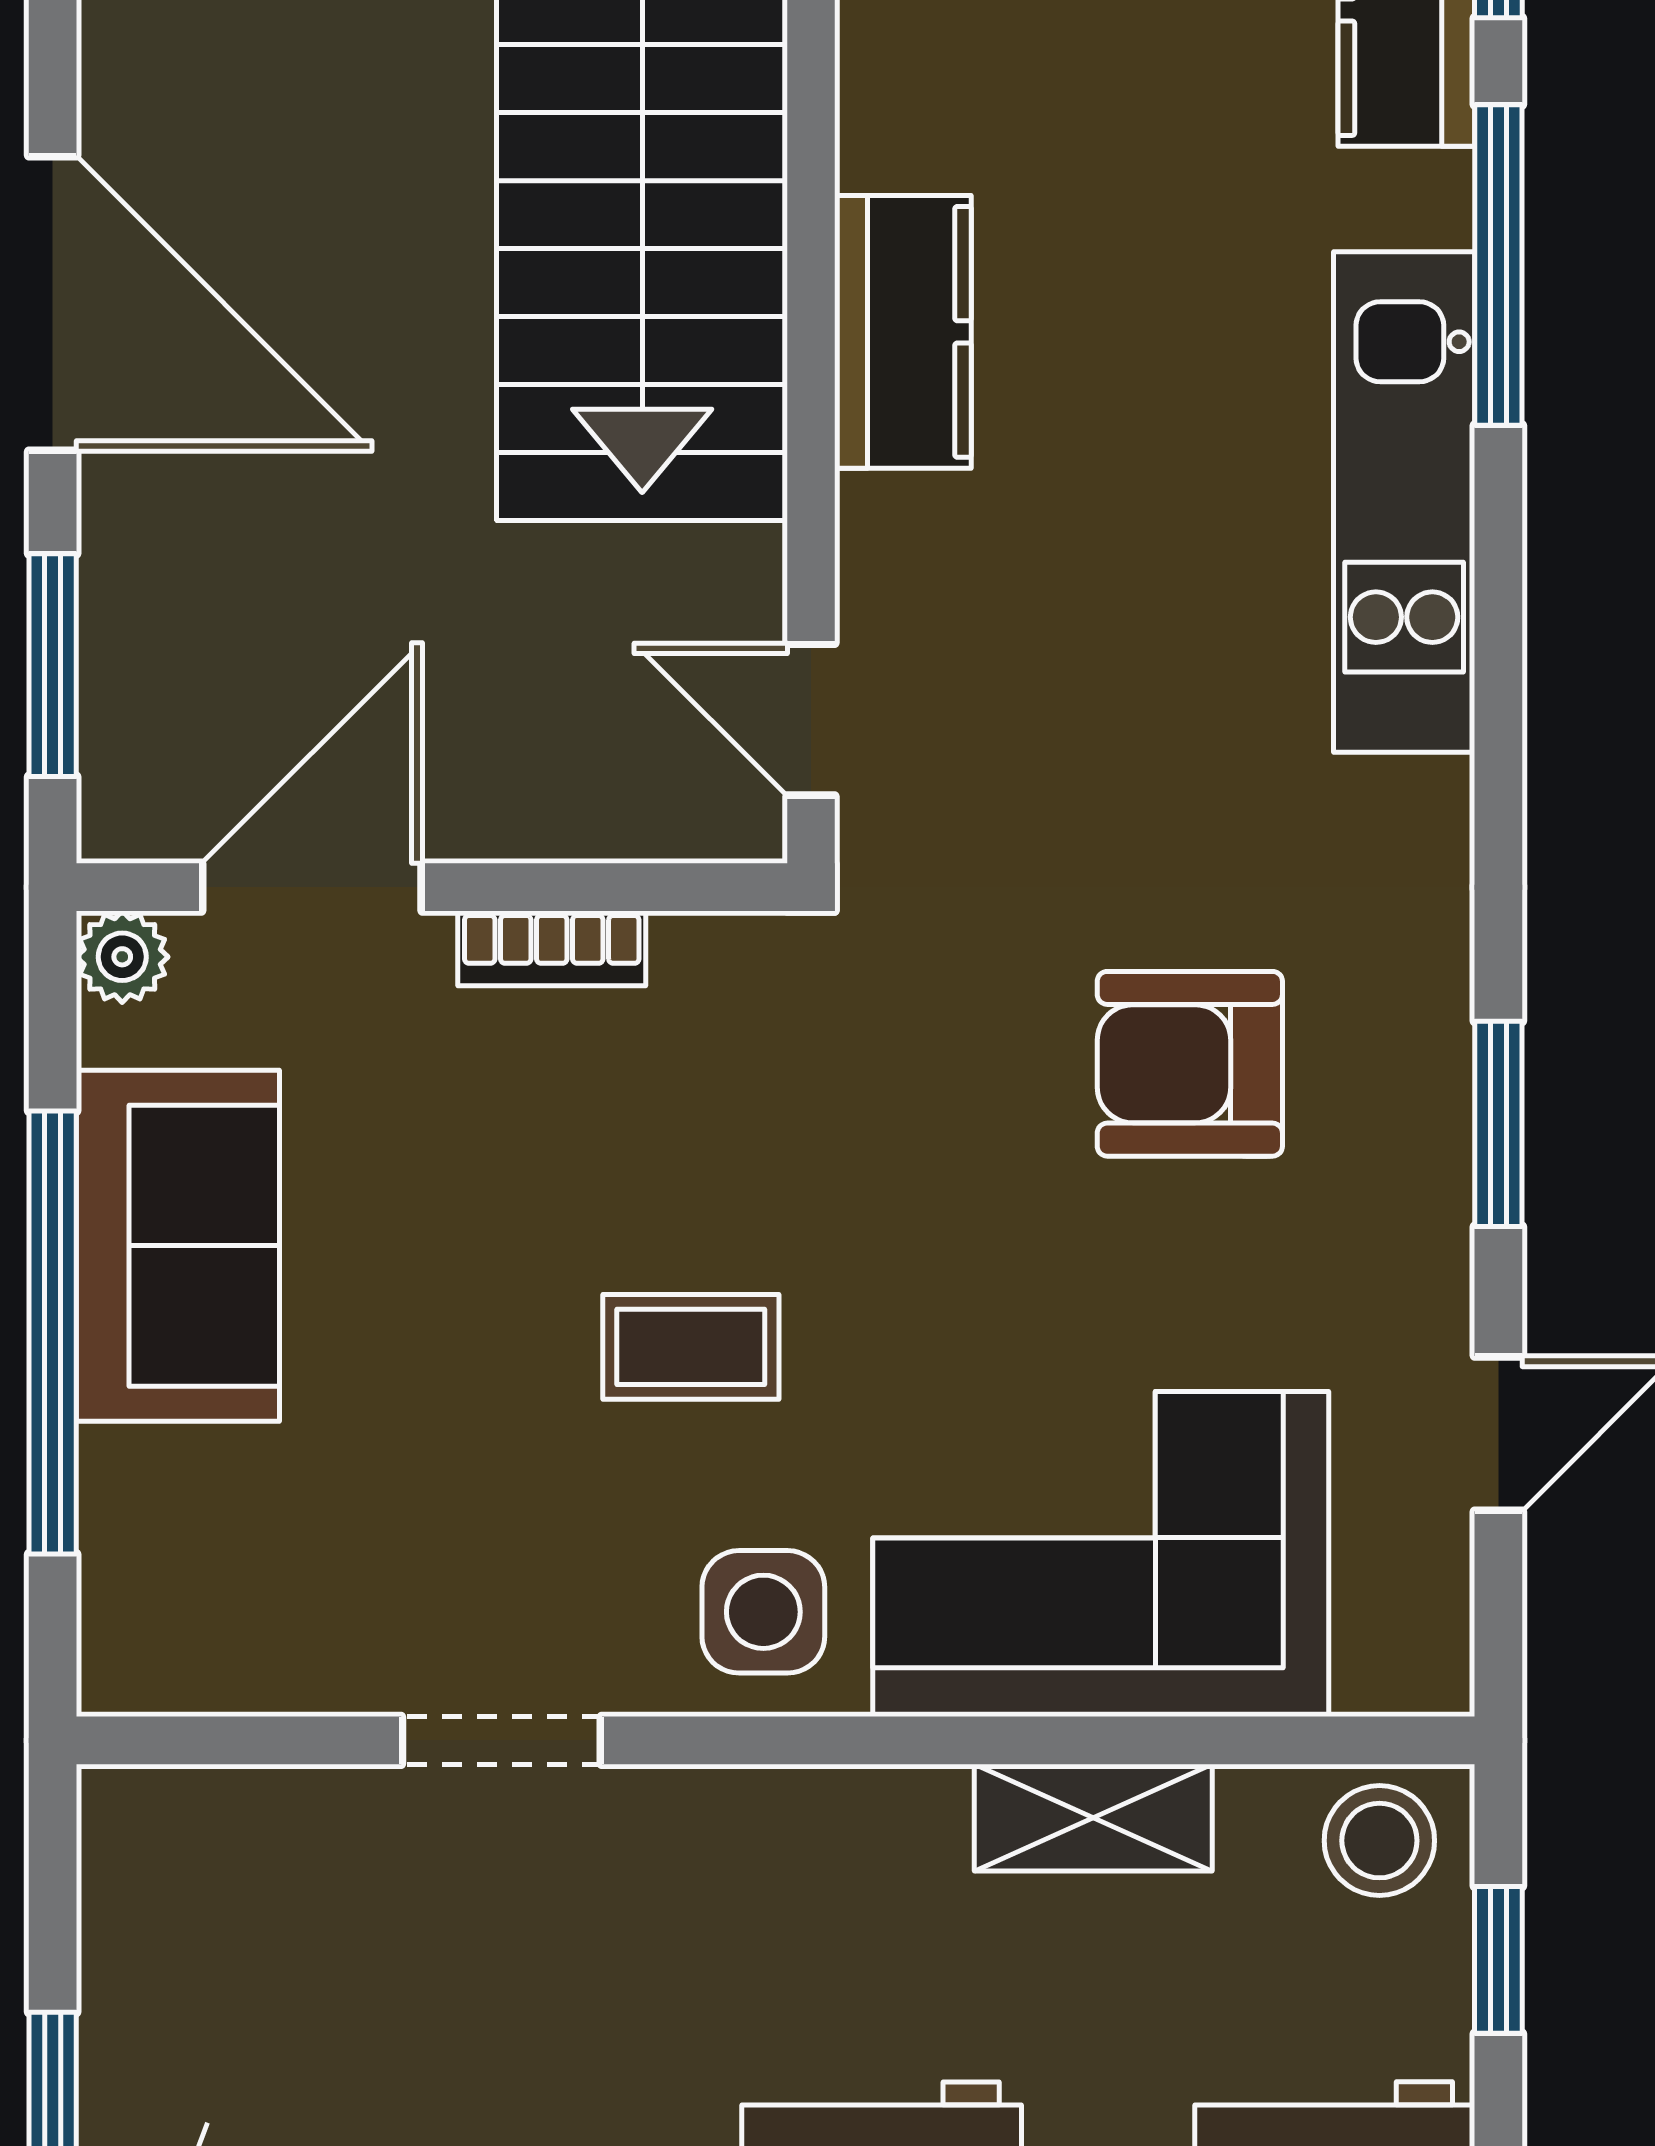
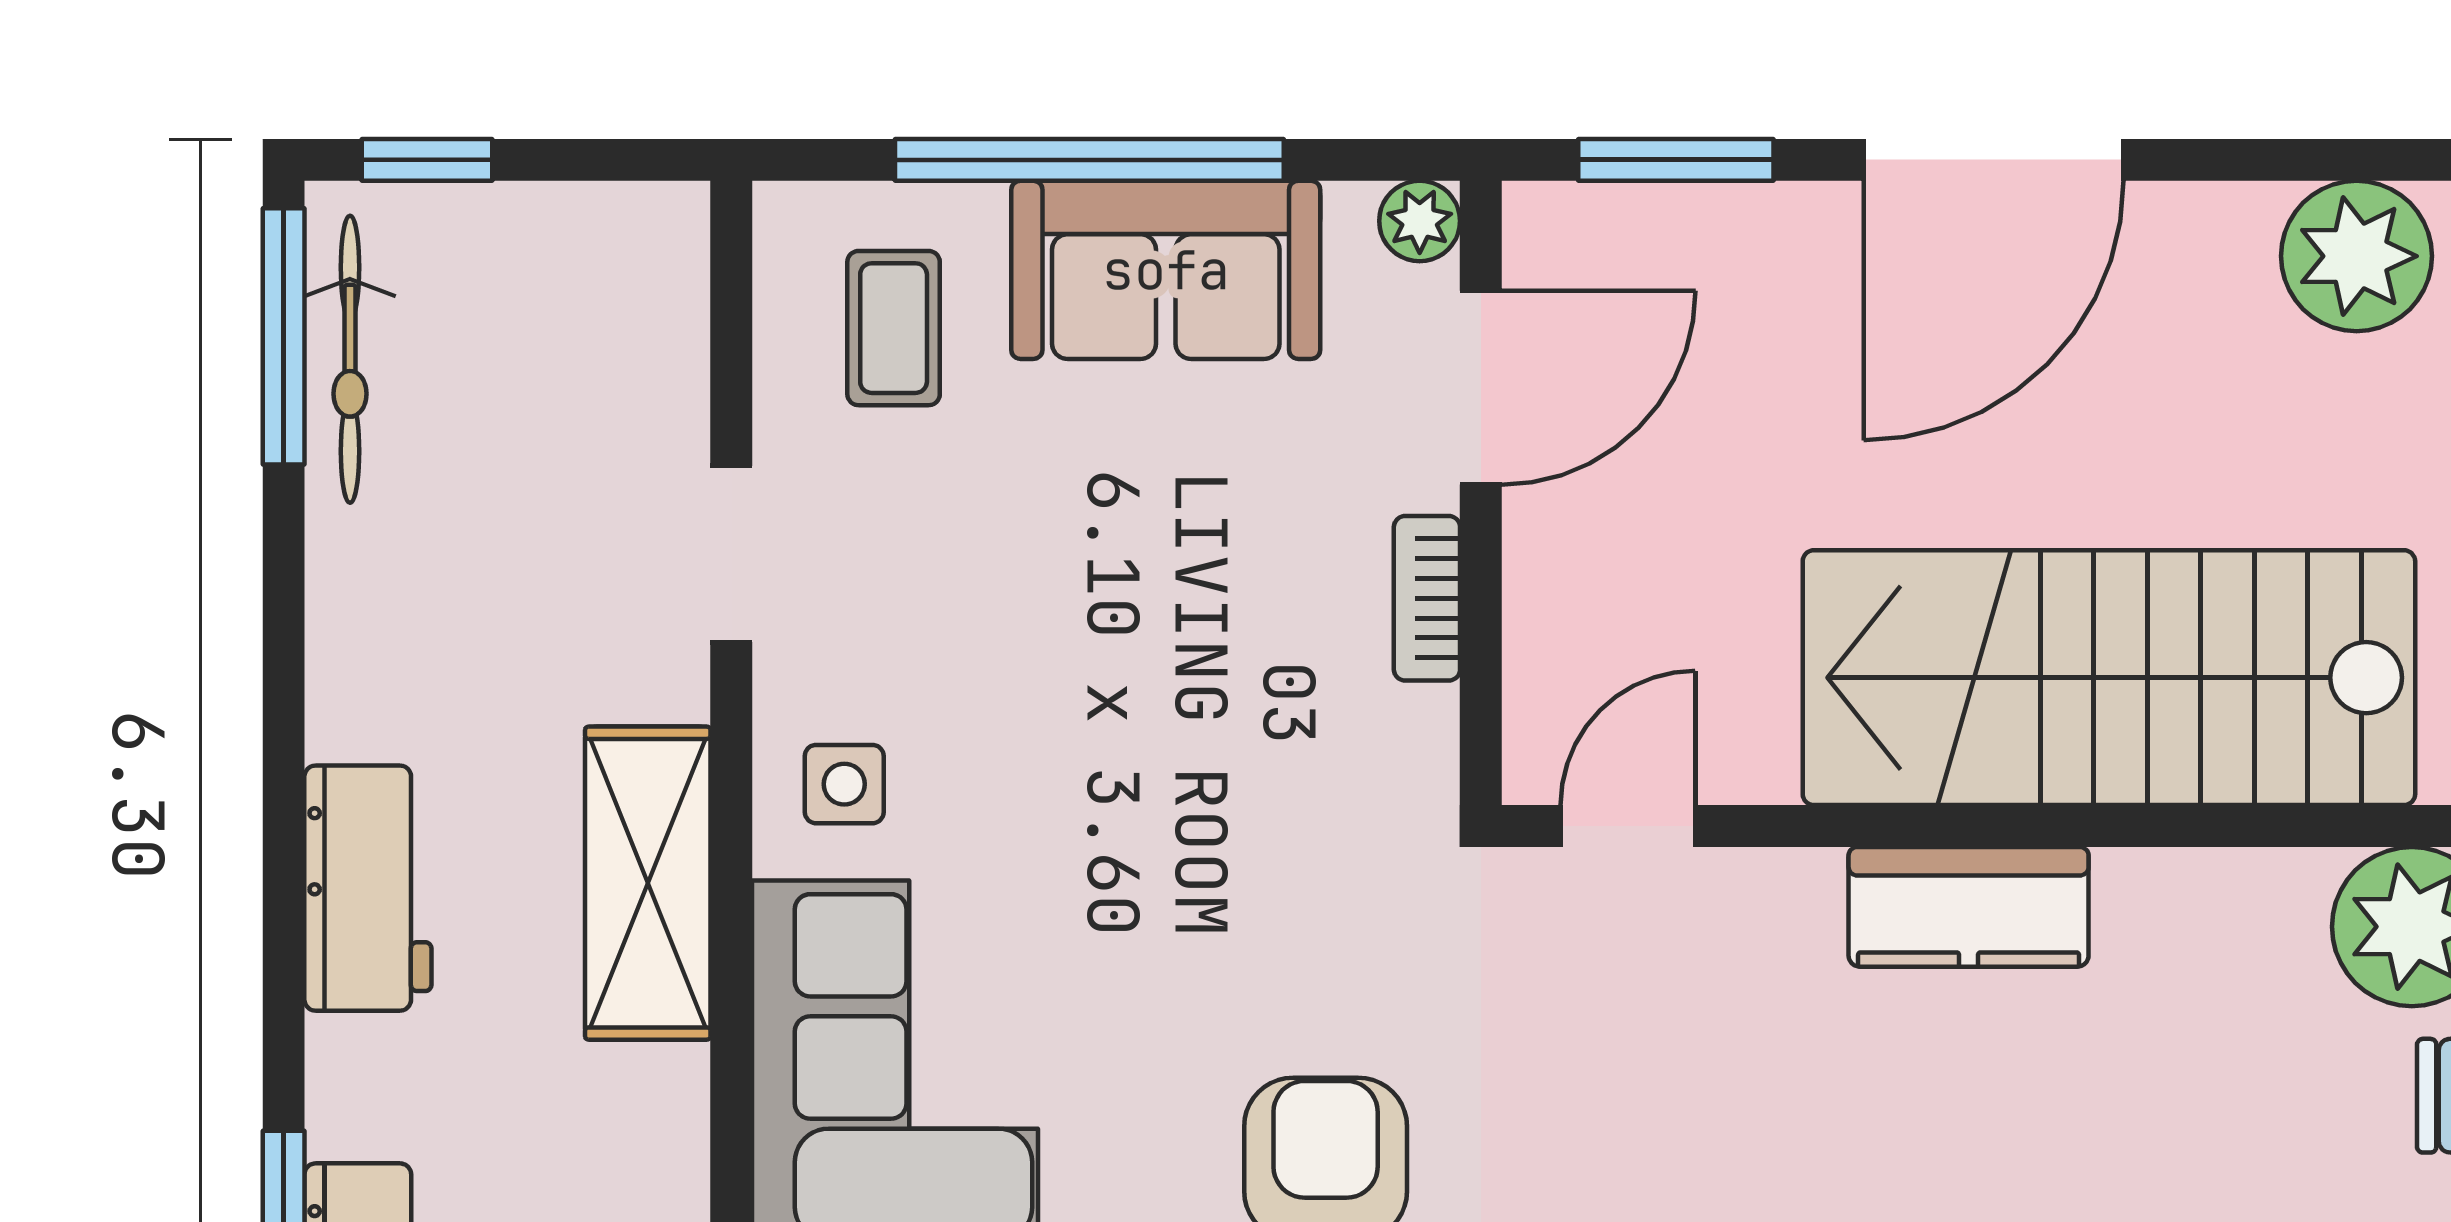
door: (312, 887) -> (1481, 388), hinge flipped
coffee table: (691, 1347) -> (894, 328), moved
side table: (763, 1612) -> (844, 784), width x0.73, depth x0.73
shelving: (1093, 1818) -> (648, 883), moved, width x1.50, depth x1.33

